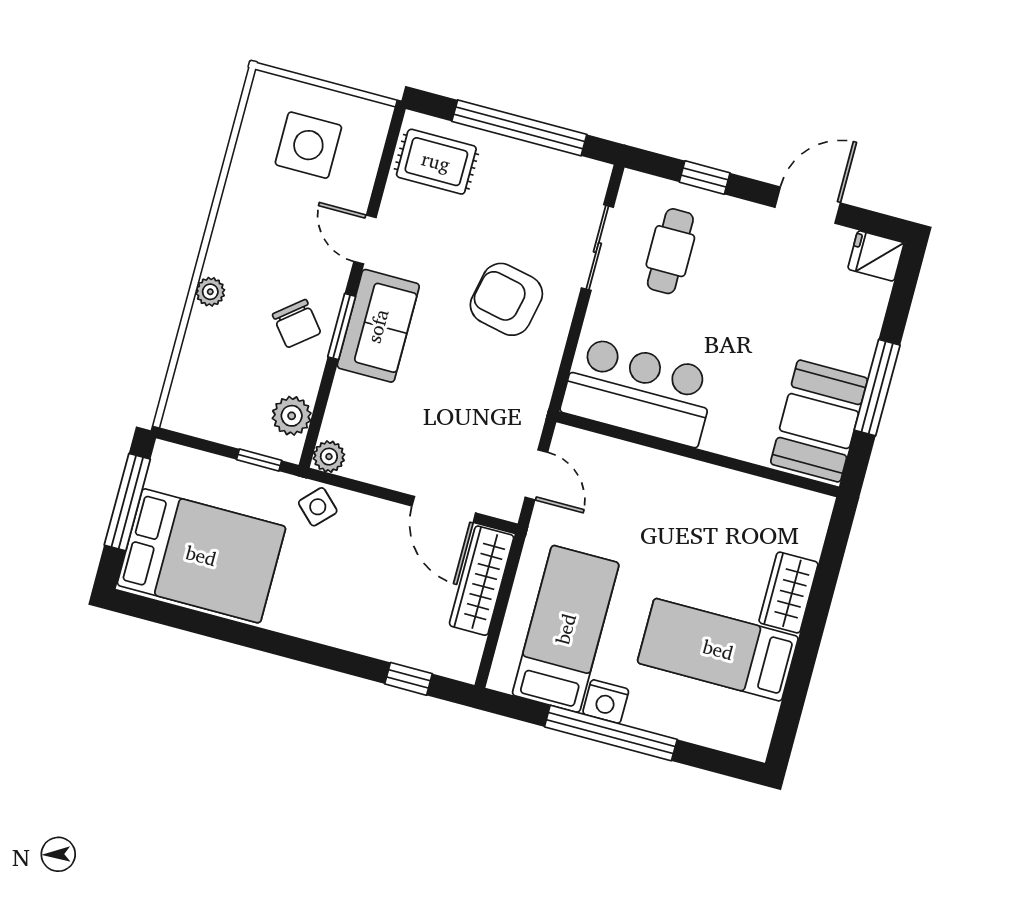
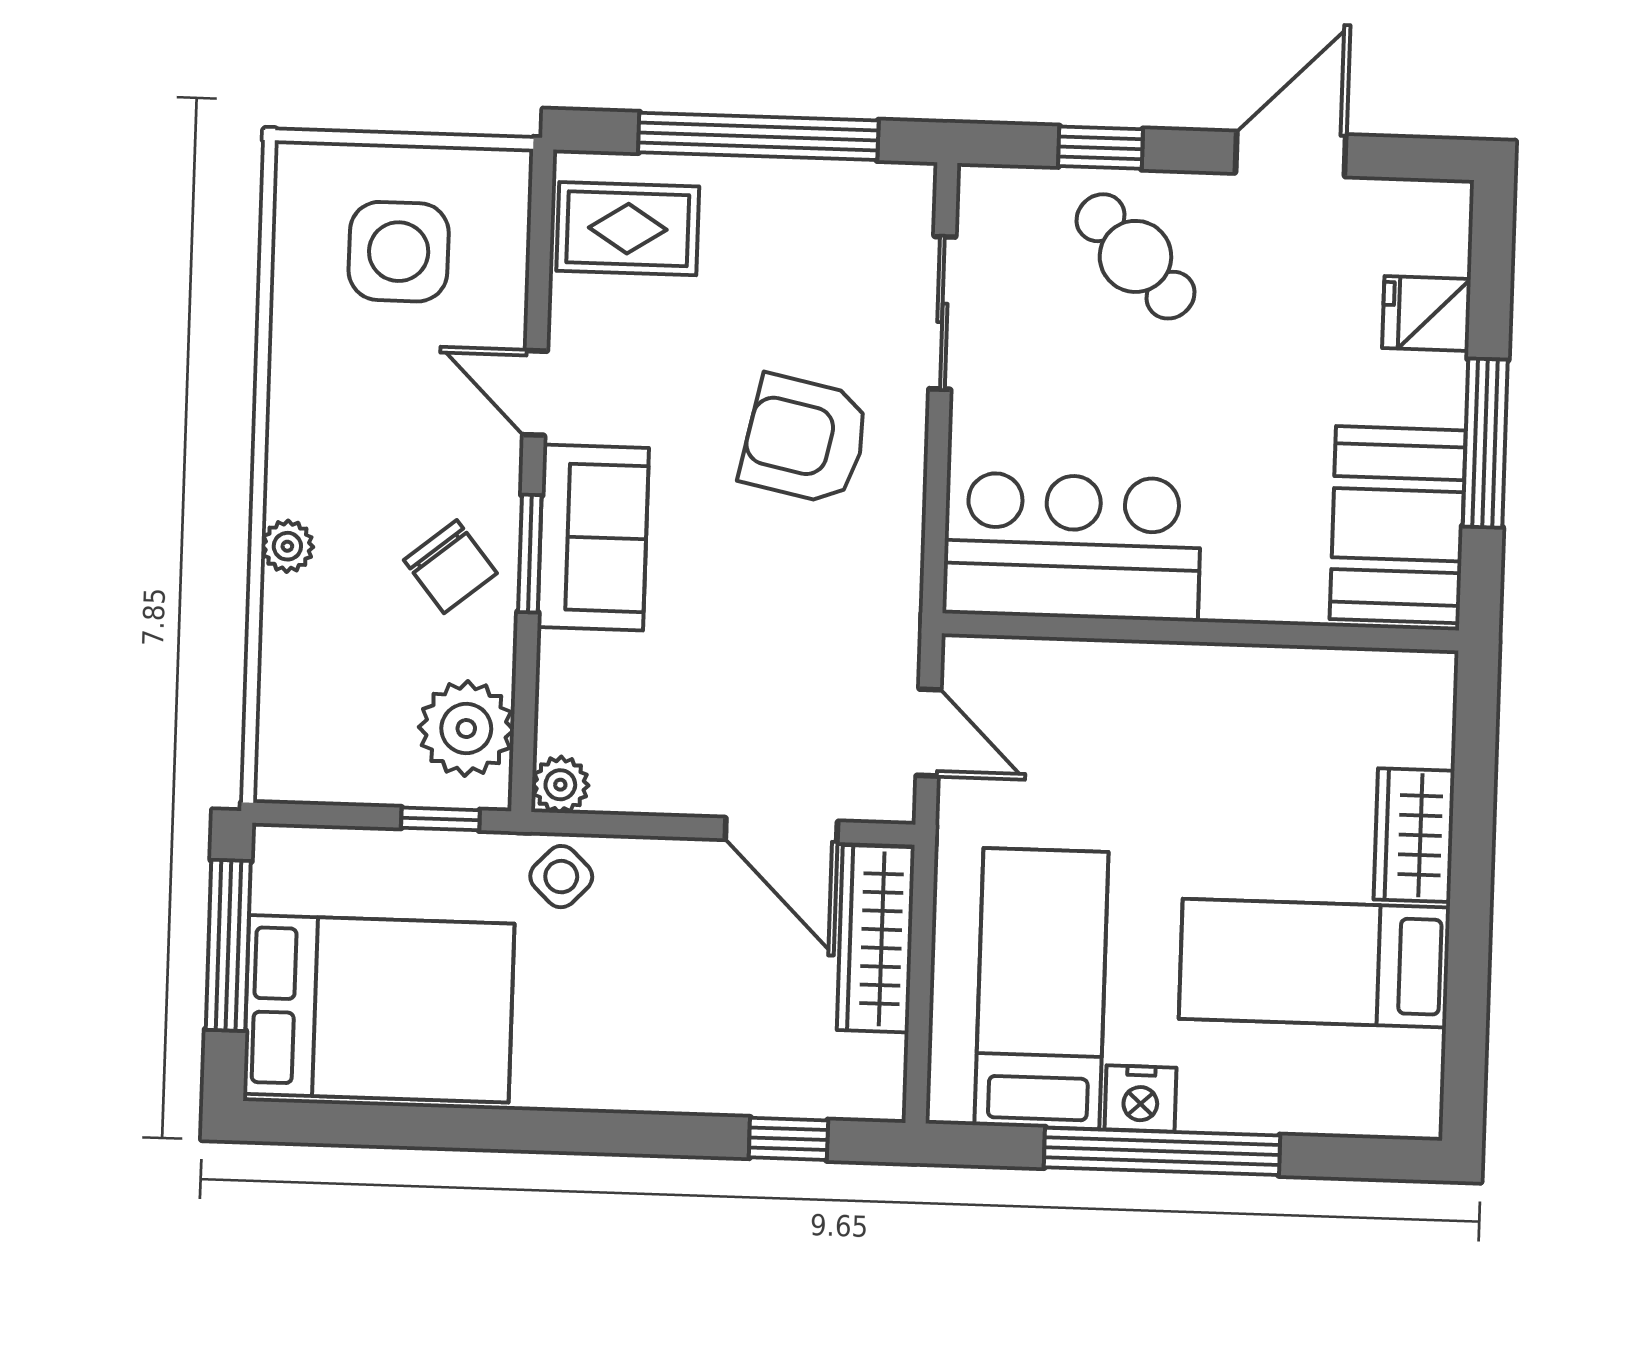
cafe table: (670, 251) -> (1135, 256), moved, turned -44
fridge: (876, 256) -> (1426, 313), moved
plant: (292, 416) -> (466, 729), width x1.36, depth x1.36

